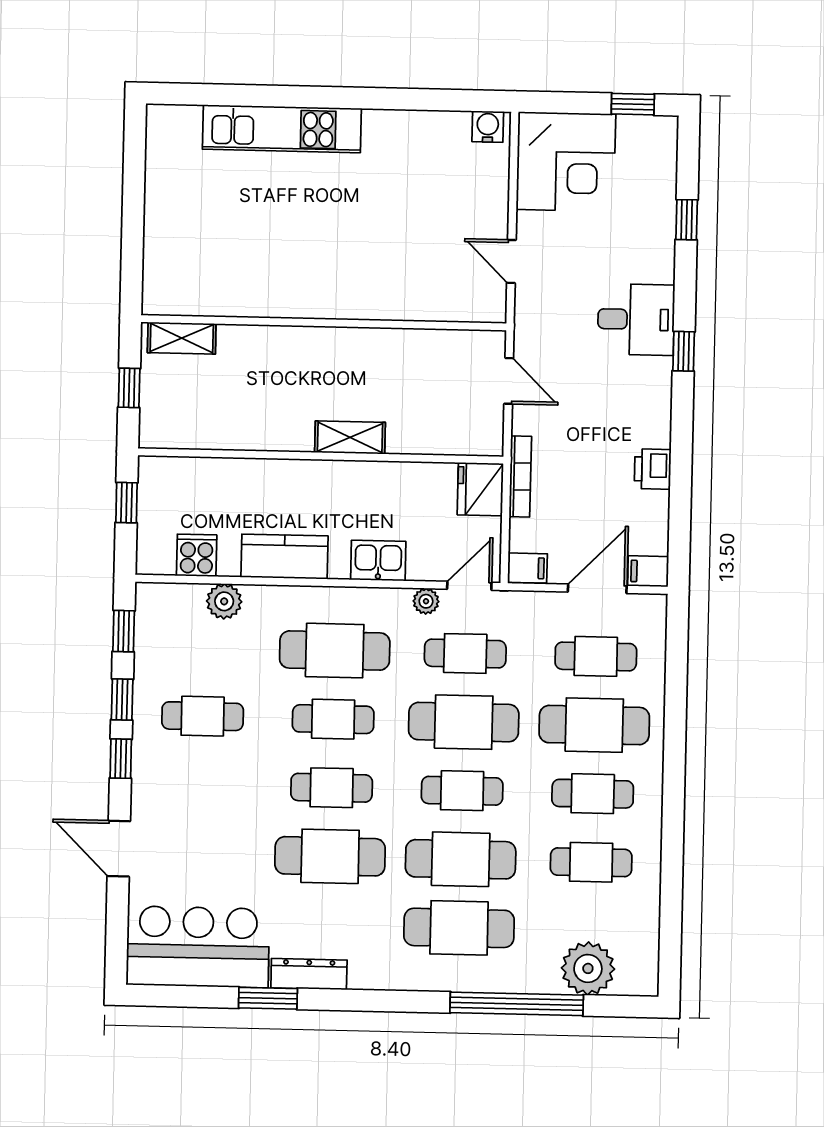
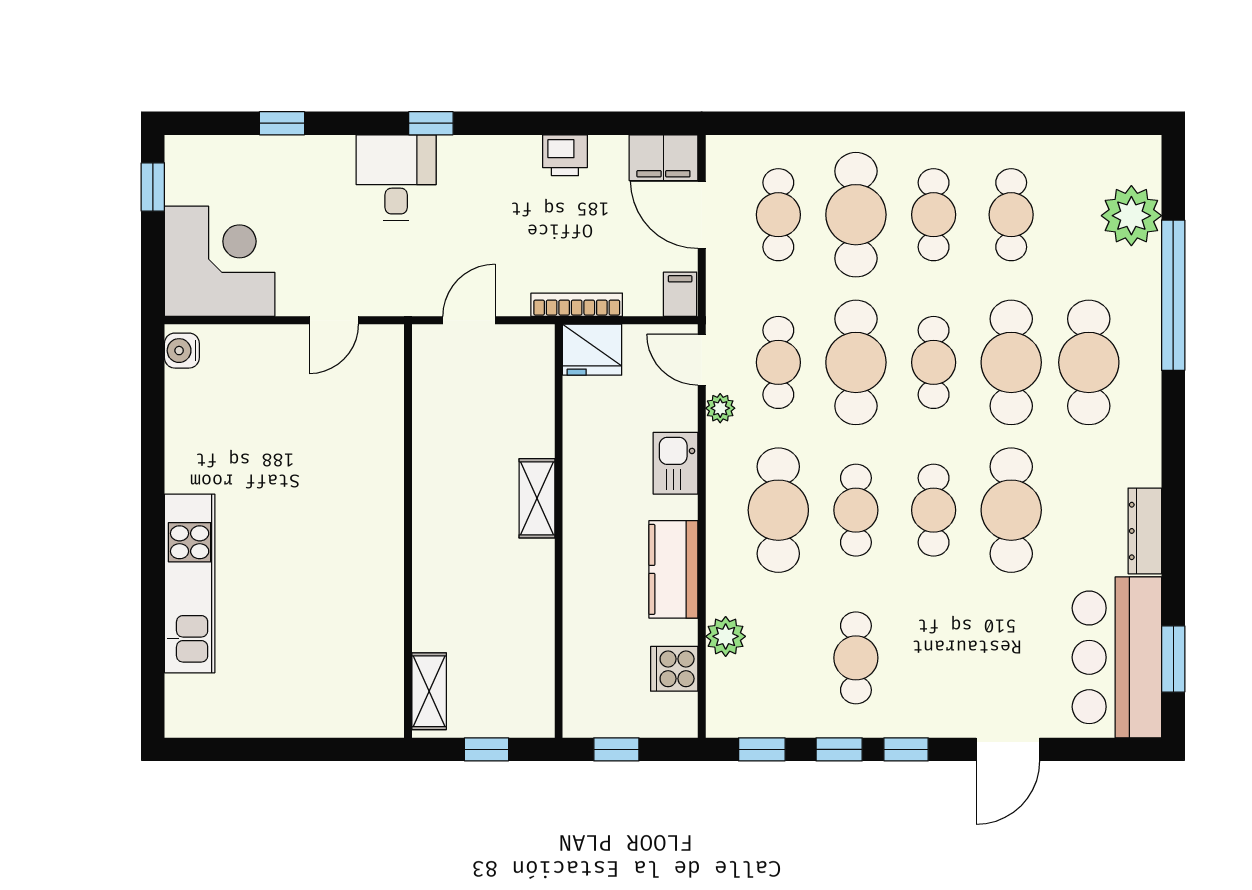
filing cabinet: (648, 571) -> (663, 158), width x2.00
window: (268, 998) -> (1173, 659), moved

